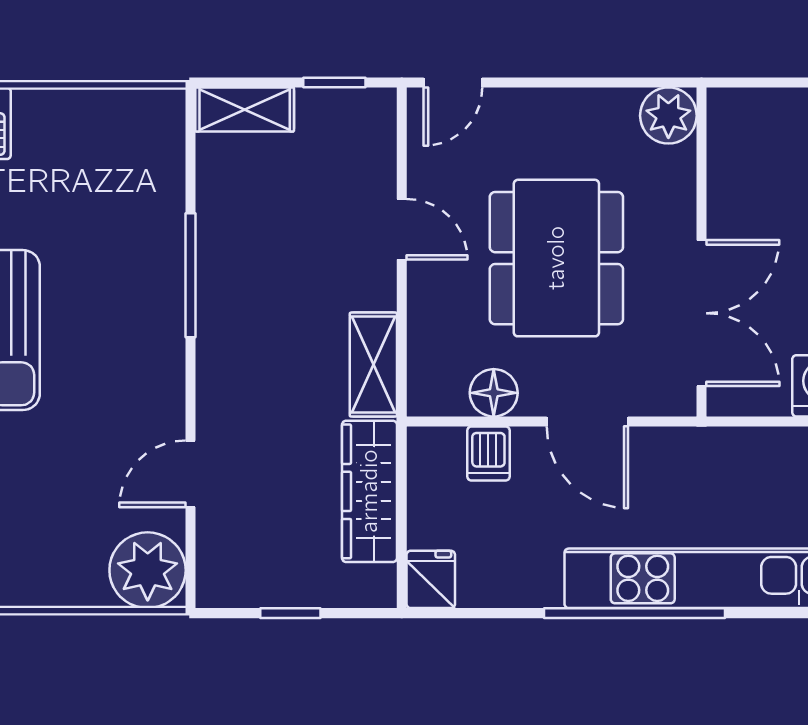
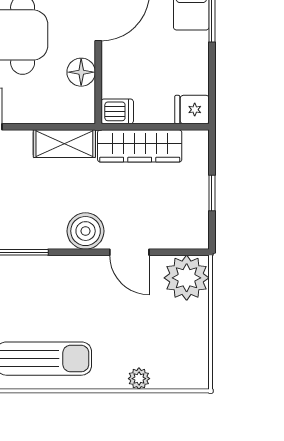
boiler: (226, 400) -> (86, 231), added
dishwasher: (488, 454) -> (117, 111), moved

